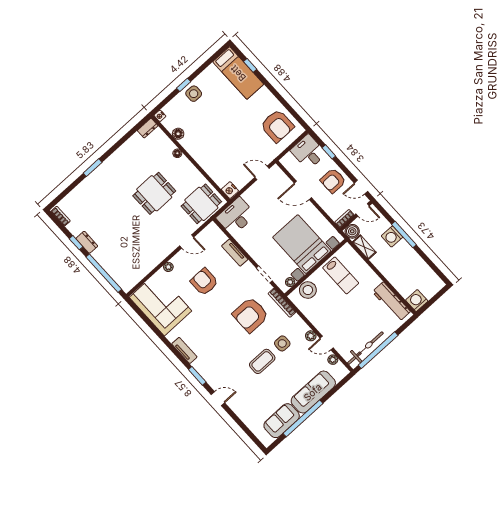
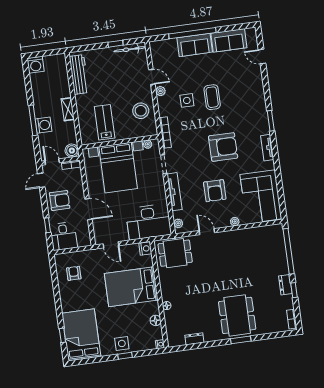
bed: (238, 73) -> (81, 335), width x1.50
armchair: (277, 126) -> (74, 273), width x0.53, depth x0.53
dresser: (148, 128) -> (194, 339), moved
bed: (219, 149) -> (131, 287), added
door: (361, 187) -> (41, 180), swing flipped
dining table: (154, 193) -> (237, 315), moved, width x1.38
desk: (236, 216) -> (149, 222), width x1.36, depth x1.30
shelving: (364, 247) -> (68, 109), moved
tv unit: (235, 253) -> (174, 192), width x1.41
stool: (308, 290) -> (141, 111), moved
washing machine: (417, 301) -> (36, 65), moved
armchair: (250, 315) -> (223, 147), moved
bicycle: (365, 348) -> (130, 49), width x0.73, depth x0.71
window: (378, 350) -> (116, 44), width x0.32
plant: (333, 360) -> (178, 223), moved
coffee table: (262, 361) -> (212, 97), turned 90
sofa: (313, 392) -> (195, 45), width x0.73
door: (218, 399) -> (262, 56), moved
window: (303, 418) -> (192, 33), moved

